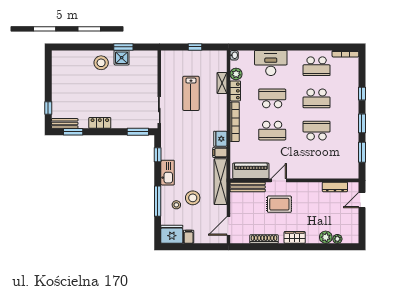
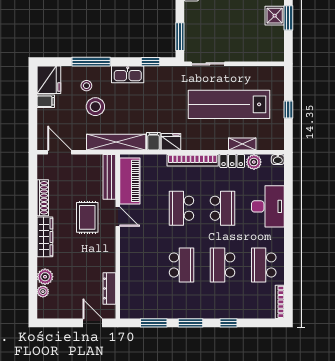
lab bench: (191, 93) -> (229, 104), width x1.86, depth x1.39
wardrobe: (295, 237) -> (45, 237), width x1.50

